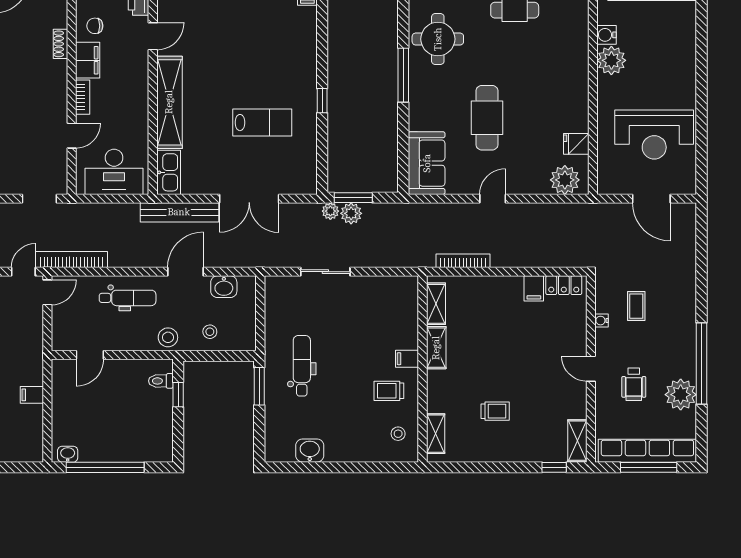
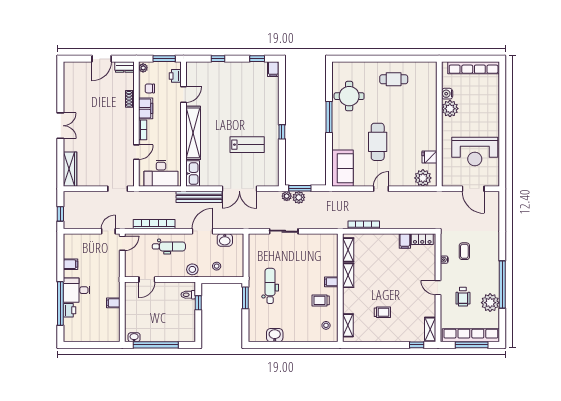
bookcase: (71, 259) -> (154, 224), moved

